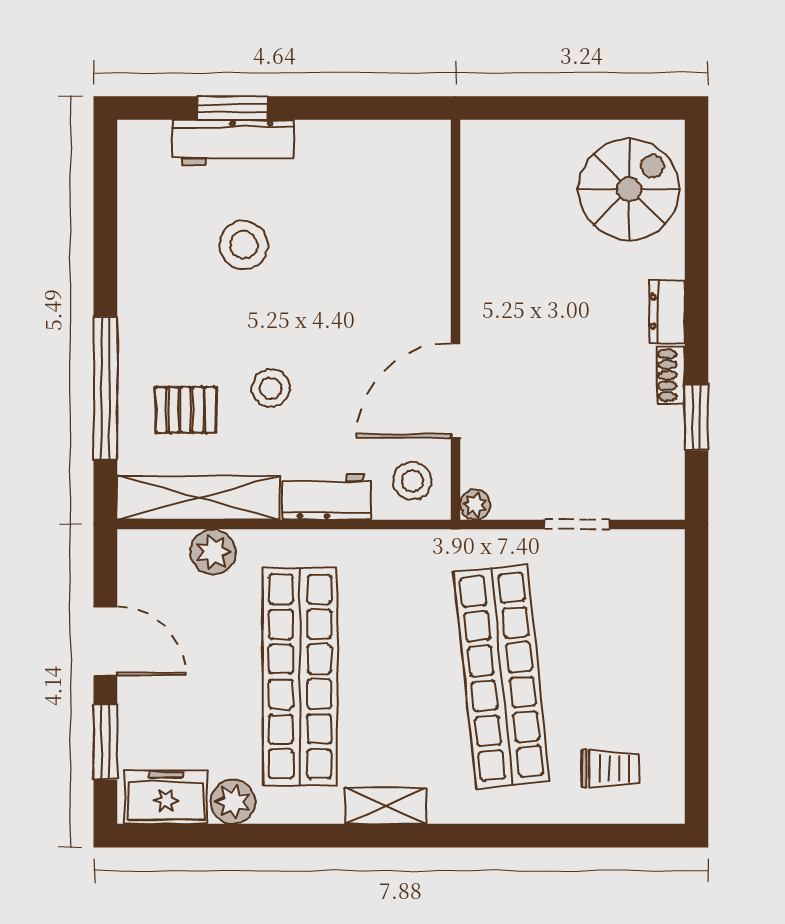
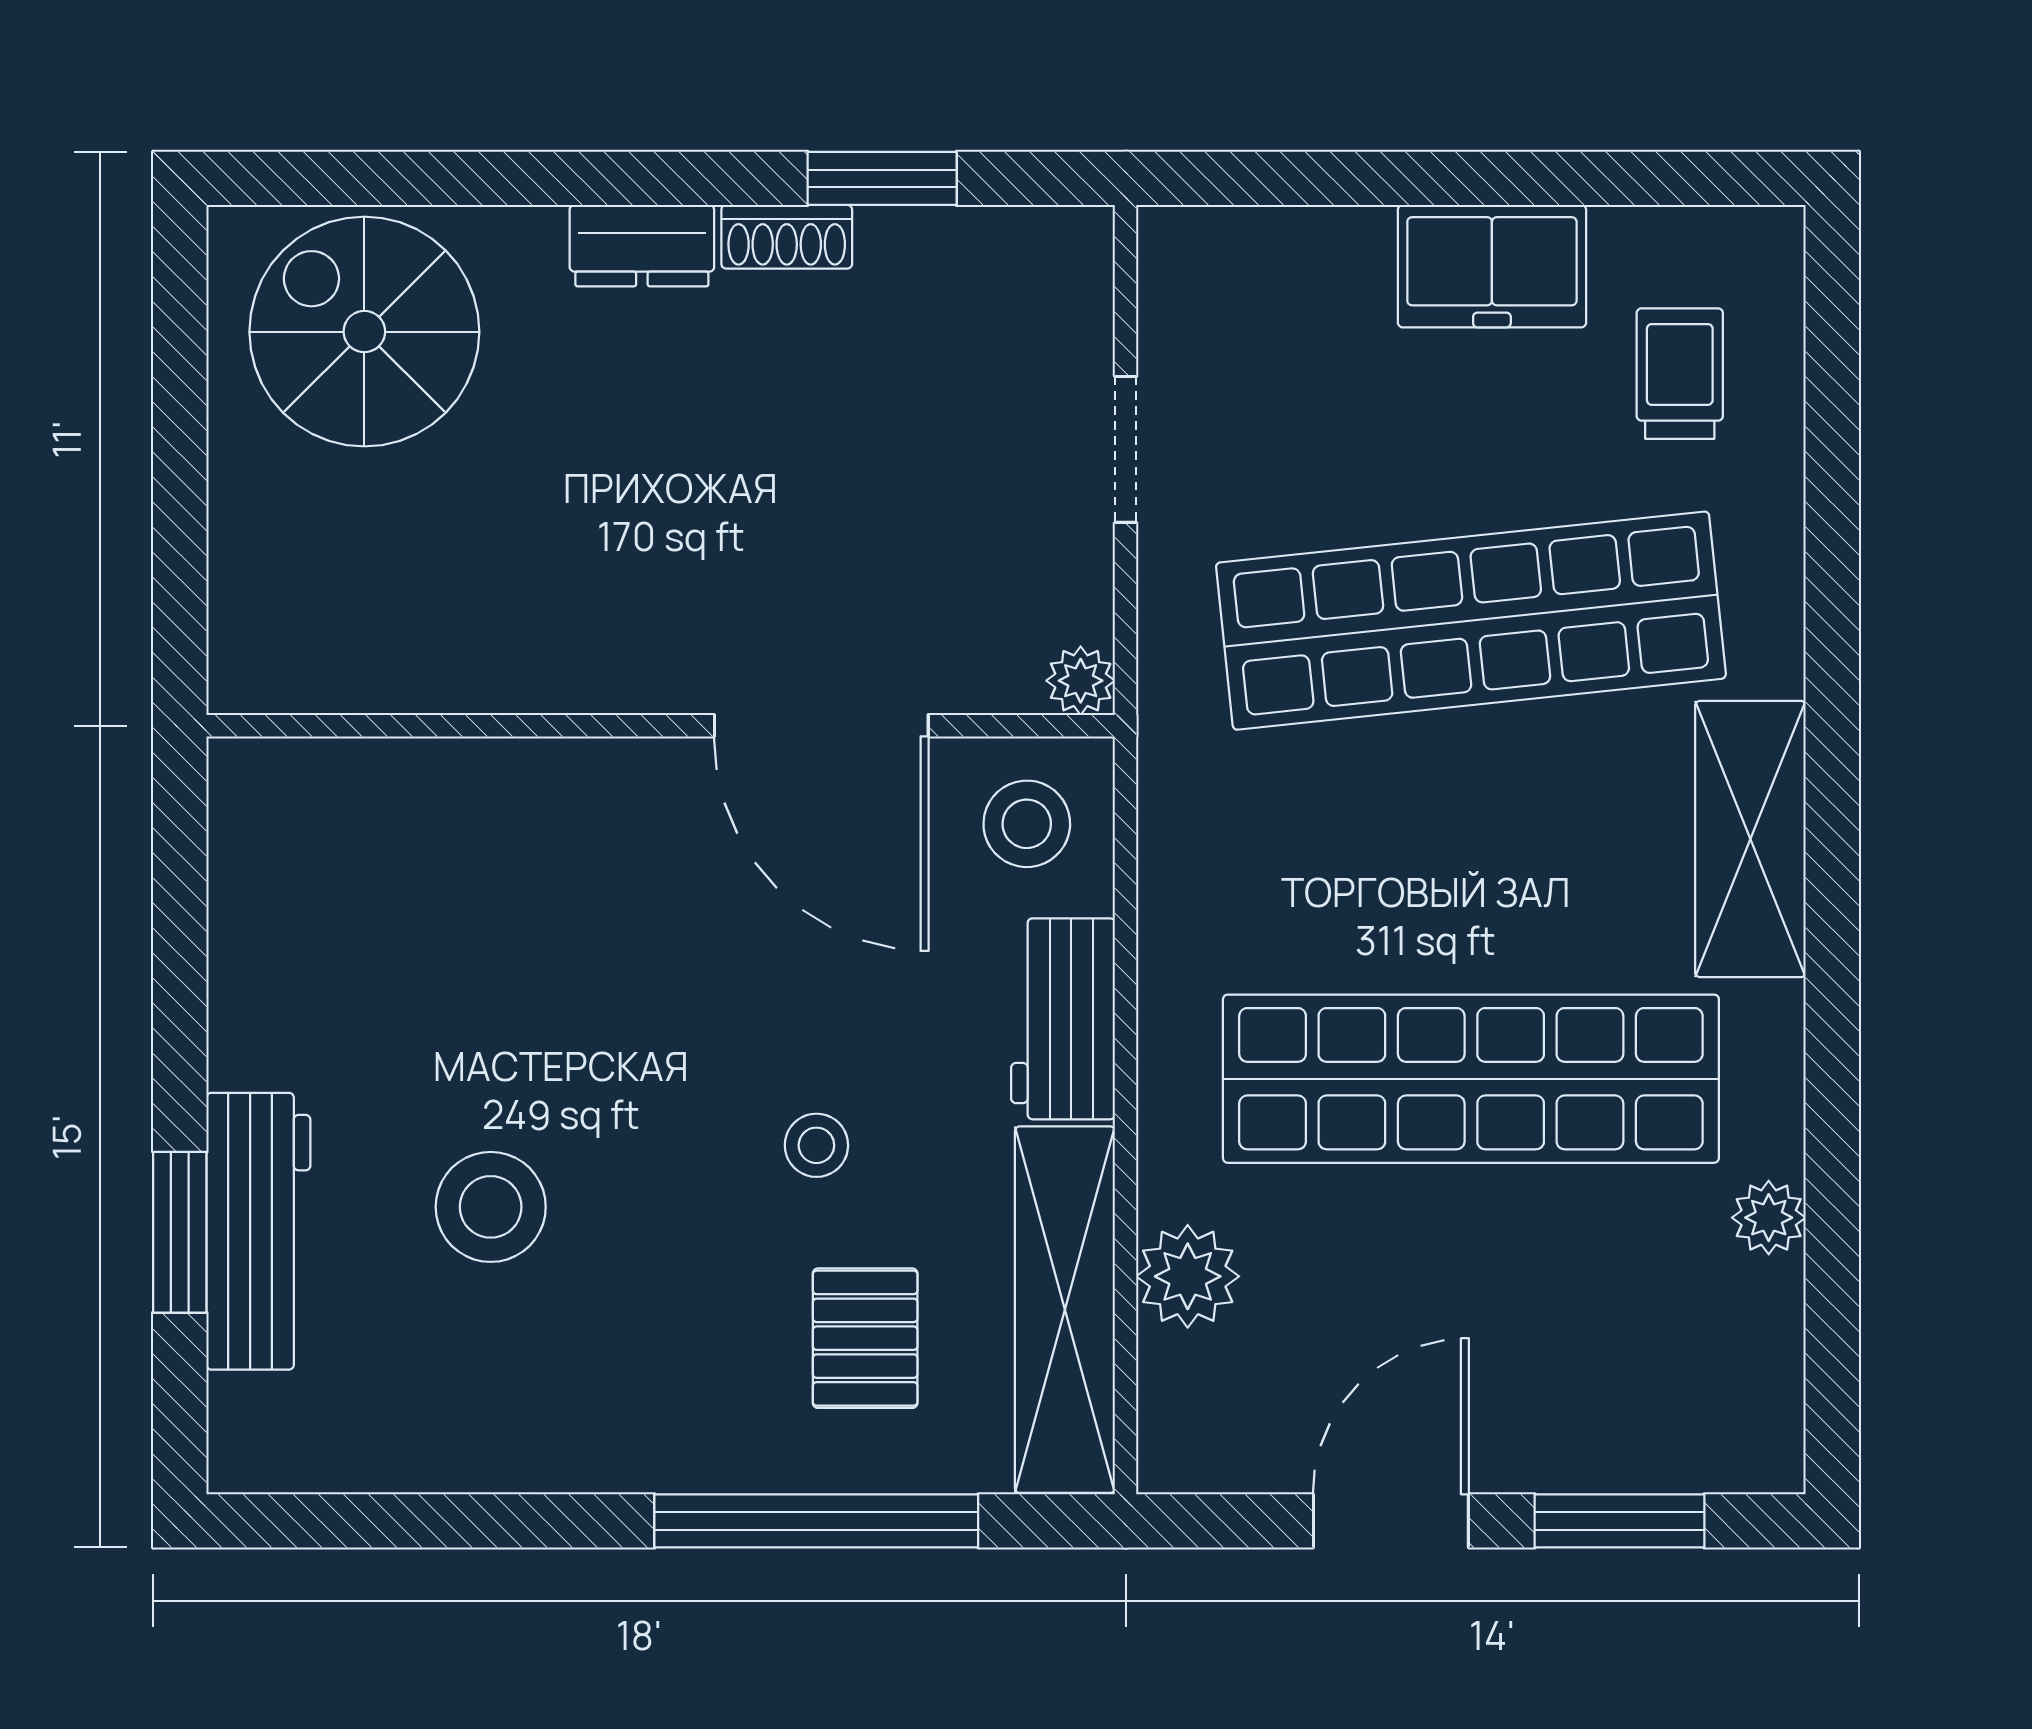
stool: (271, 388) -> (816, 1145), width x0.73, depth x0.73
freezer: (166, 797) -> (1492, 266), moved, turned -90
plant: (233, 802) -> (1769, 1218), width x0.73, depth x0.73
shelving: (385, 806) -> (1750, 839), width x1.50, depth x1.33

